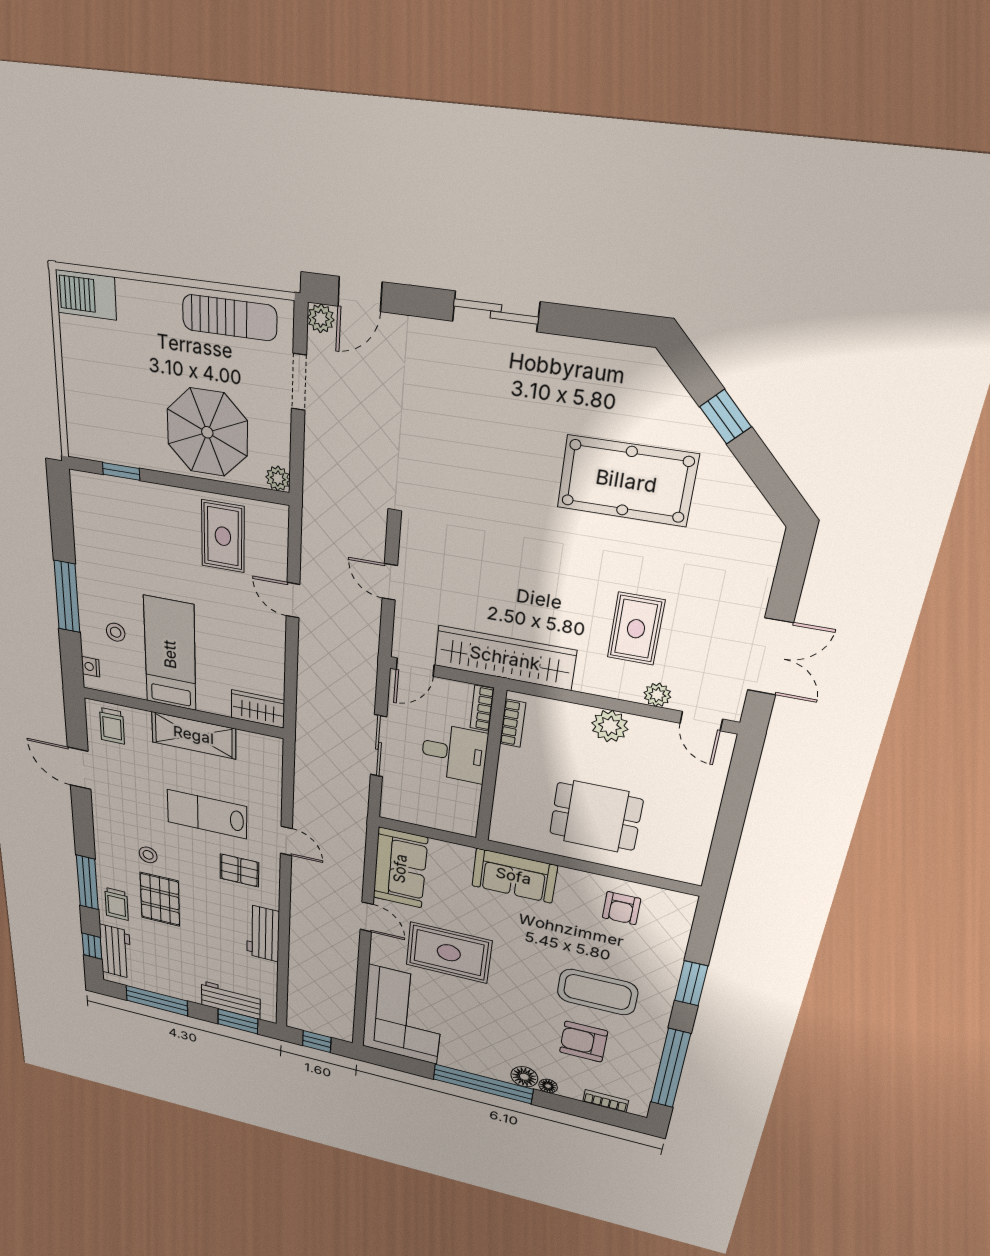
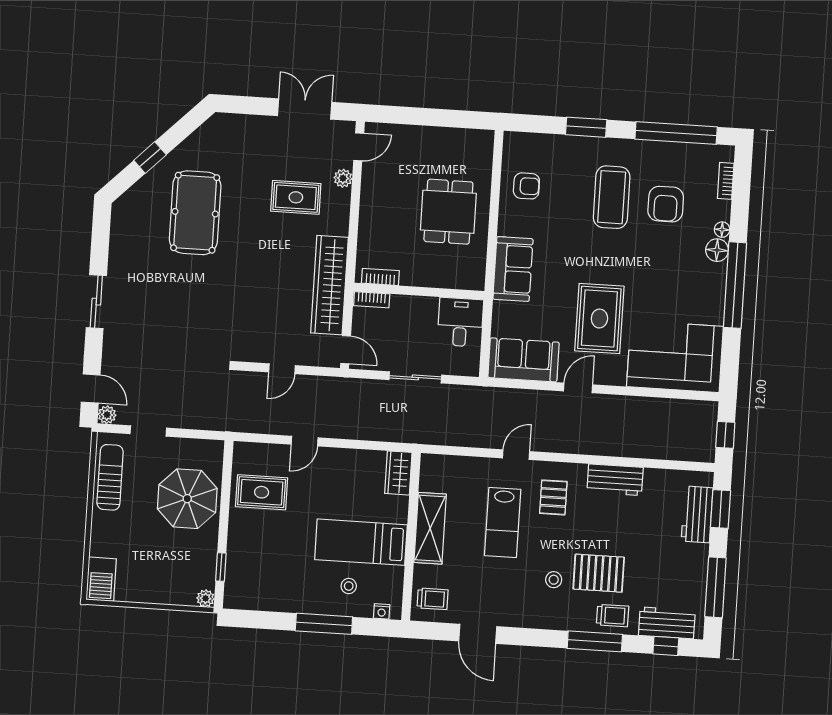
plant: (278, 479) -> (206, 598), moved
plant: (610, 726) -> (372, 208), removed
desk: (454, 753) -> (460, 322), moved
door: (79, 768) -> (478, 634), hinge flipped

